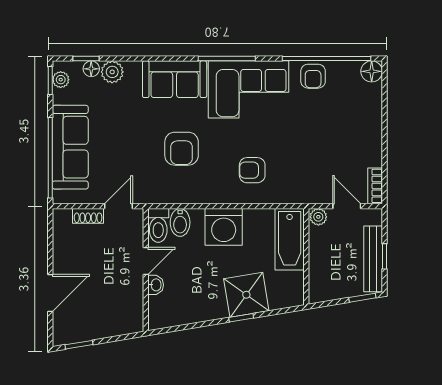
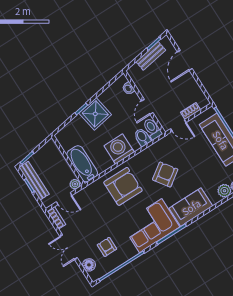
floor lamp: (372, 71) -> (89, 265), moved
armchair: (313, 76) -> (107, 247), moved
double door: (384, 133) -> (69, 247), added
armchair: (182, 149) -> (165, 174), turned 55
armchair: (252, 170) -> (123, 186), width x1.88, depth x1.88
door: (118, 206) -> (178, 126), hinge flipped
washbasin: (156, 285) -> (128, 88), moved
shower: (246, 295) -> (95, 114), moved
bench: (94, 330) -> (151, 56), added

